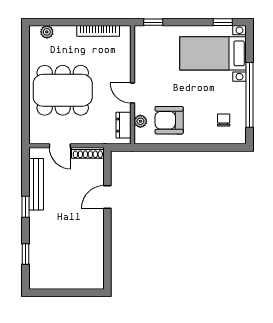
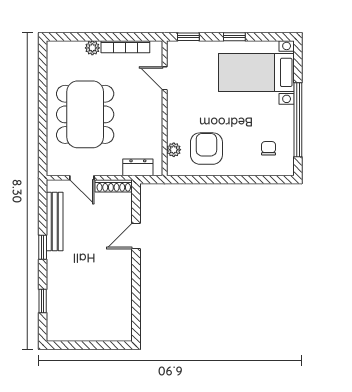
window: (223, 22) -> (234, 37), moved
plant: (47, 32) -> (92, 48), moved
dining table: (63, 90) -> (85, 114), turned 90
door: (132, 93) -> (165, 78), moved
armchair: (169, 120) -> (206, 149), turned 90
dresser: (123, 125) -> (138, 167), moved, turned 90

